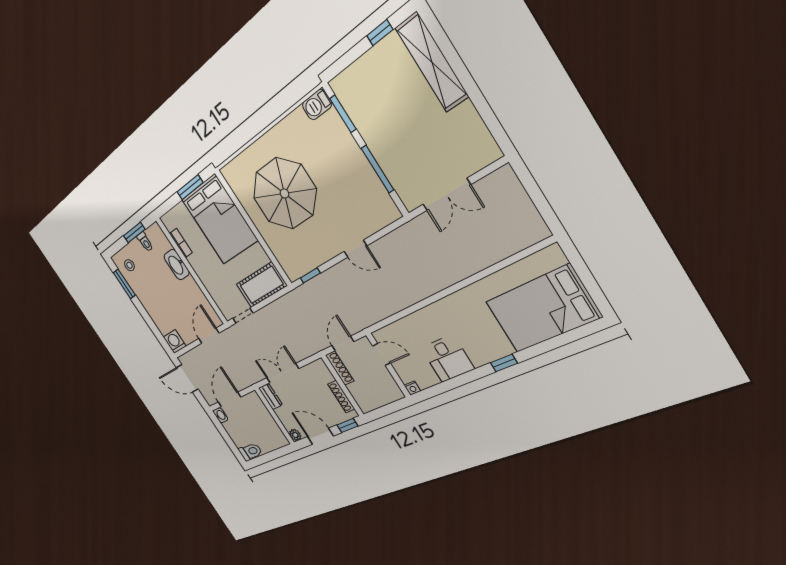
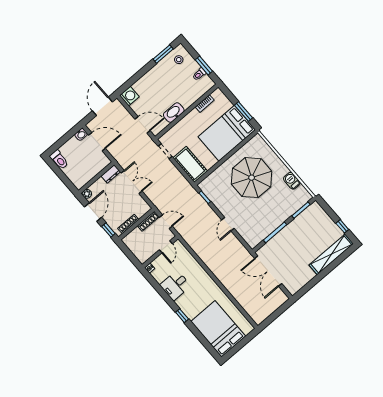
barbecue: (317, 105) -> (292, 181), moved
double door: (446, 195) -> (268, 271), width x1.37
washbasin: (177, 265) -> (174, 113), moved

